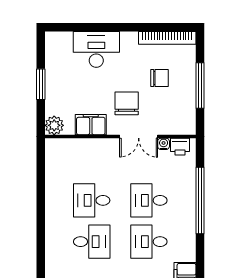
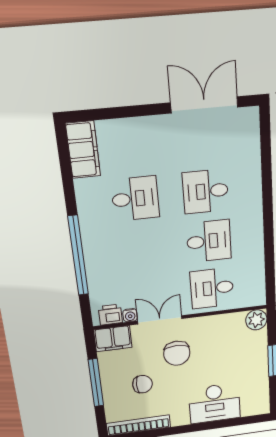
chair: (160, 78) -> (142, 384), turned 180
filing cabinet: (91, 125) -> (113, 339), moved
desk: (149, 200) -> (212, 288), moved, turned 180

